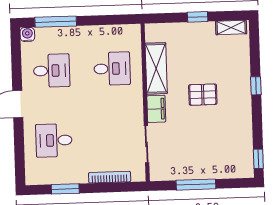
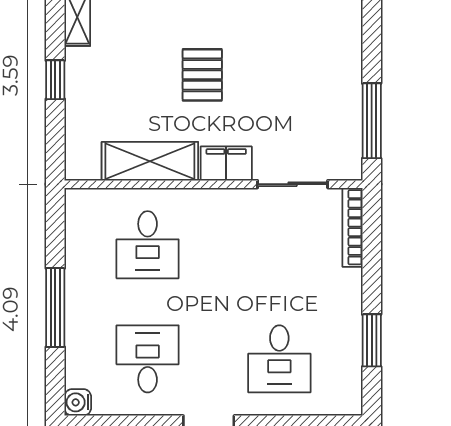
window: (56, 22) -> (55, 308), moved
desk: (112, 69) -> (148, 245), turned 180
bookcase: (110, 177) -> (352, 227), moved
window: (196, 185) -> (372, 121), moved

